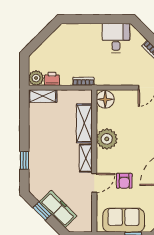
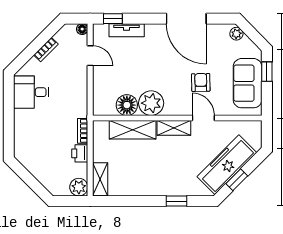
printer: (52, 79) -> (80, 153), moved
floor lamp: (105, 99) -> (127, 105), moved
armchair: (124, 181) -> (201, 82), turned -91
freezer: (58, 209) -> (227, 165), width x1.36, depth x1.26

